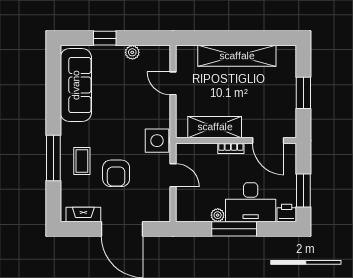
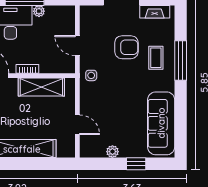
side table: (157, 141) -> (91, 75), width x0.54, depth x0.54
armchair: (116, 173) -> (126, 47), turned 90

